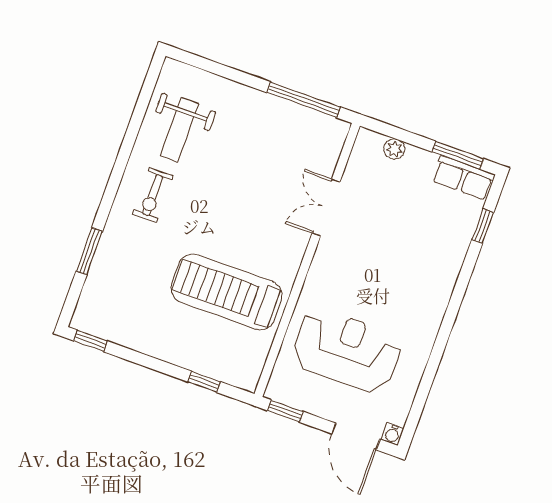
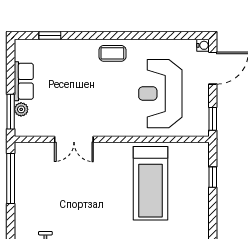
window: (458, 155) -> (11, 112), moved
row of seats: (463, 178) -> (24, 81), moved
coffee table: (426, 304) -> (112, 53), added

